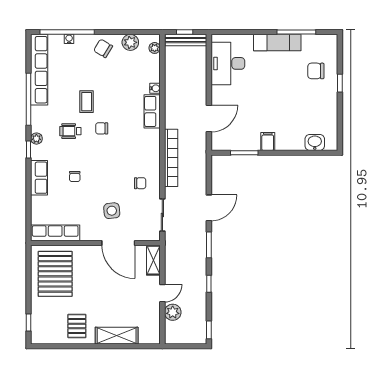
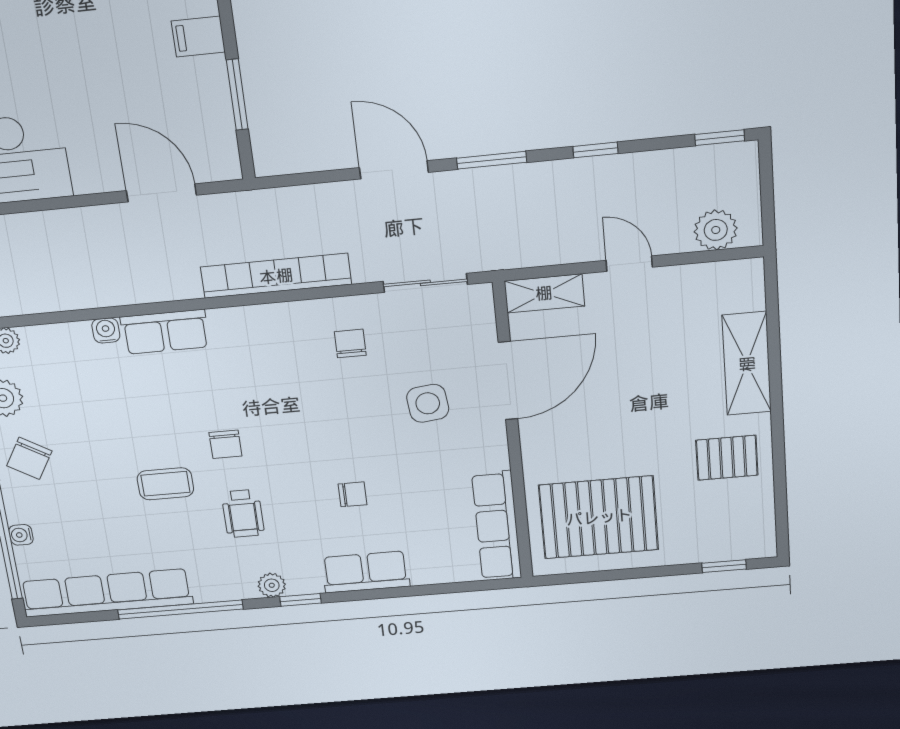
plant: (173, 312) -> (716, 230), moved

